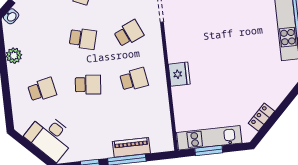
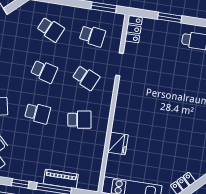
school desk: (129, 33) -> (86, 78), turned 48
fridge: (179, 74) -> (118, 143), moved

